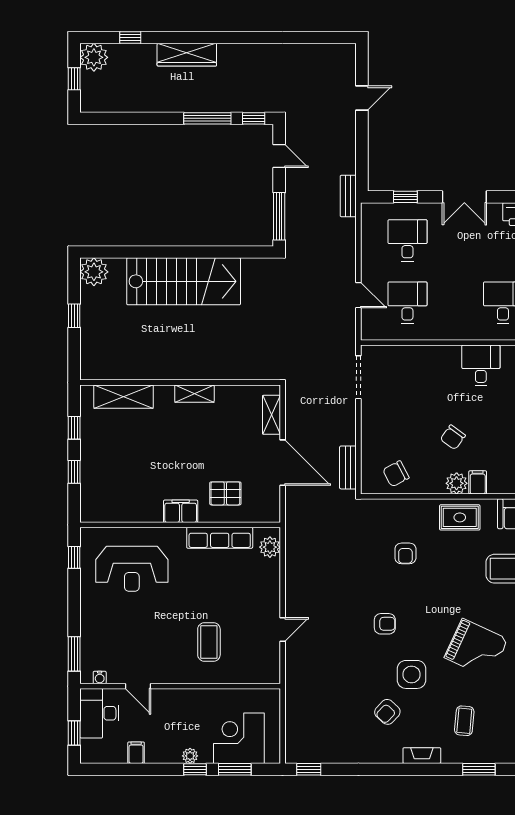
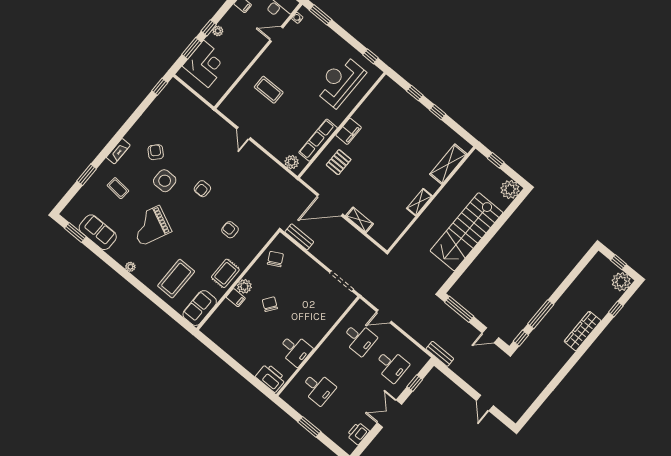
wall: (180, 383) -> (431, 199), moved
shelving: (194, 394) -> (419, 202), moved
shelving: (124, 397) -> (448, 164), moved

